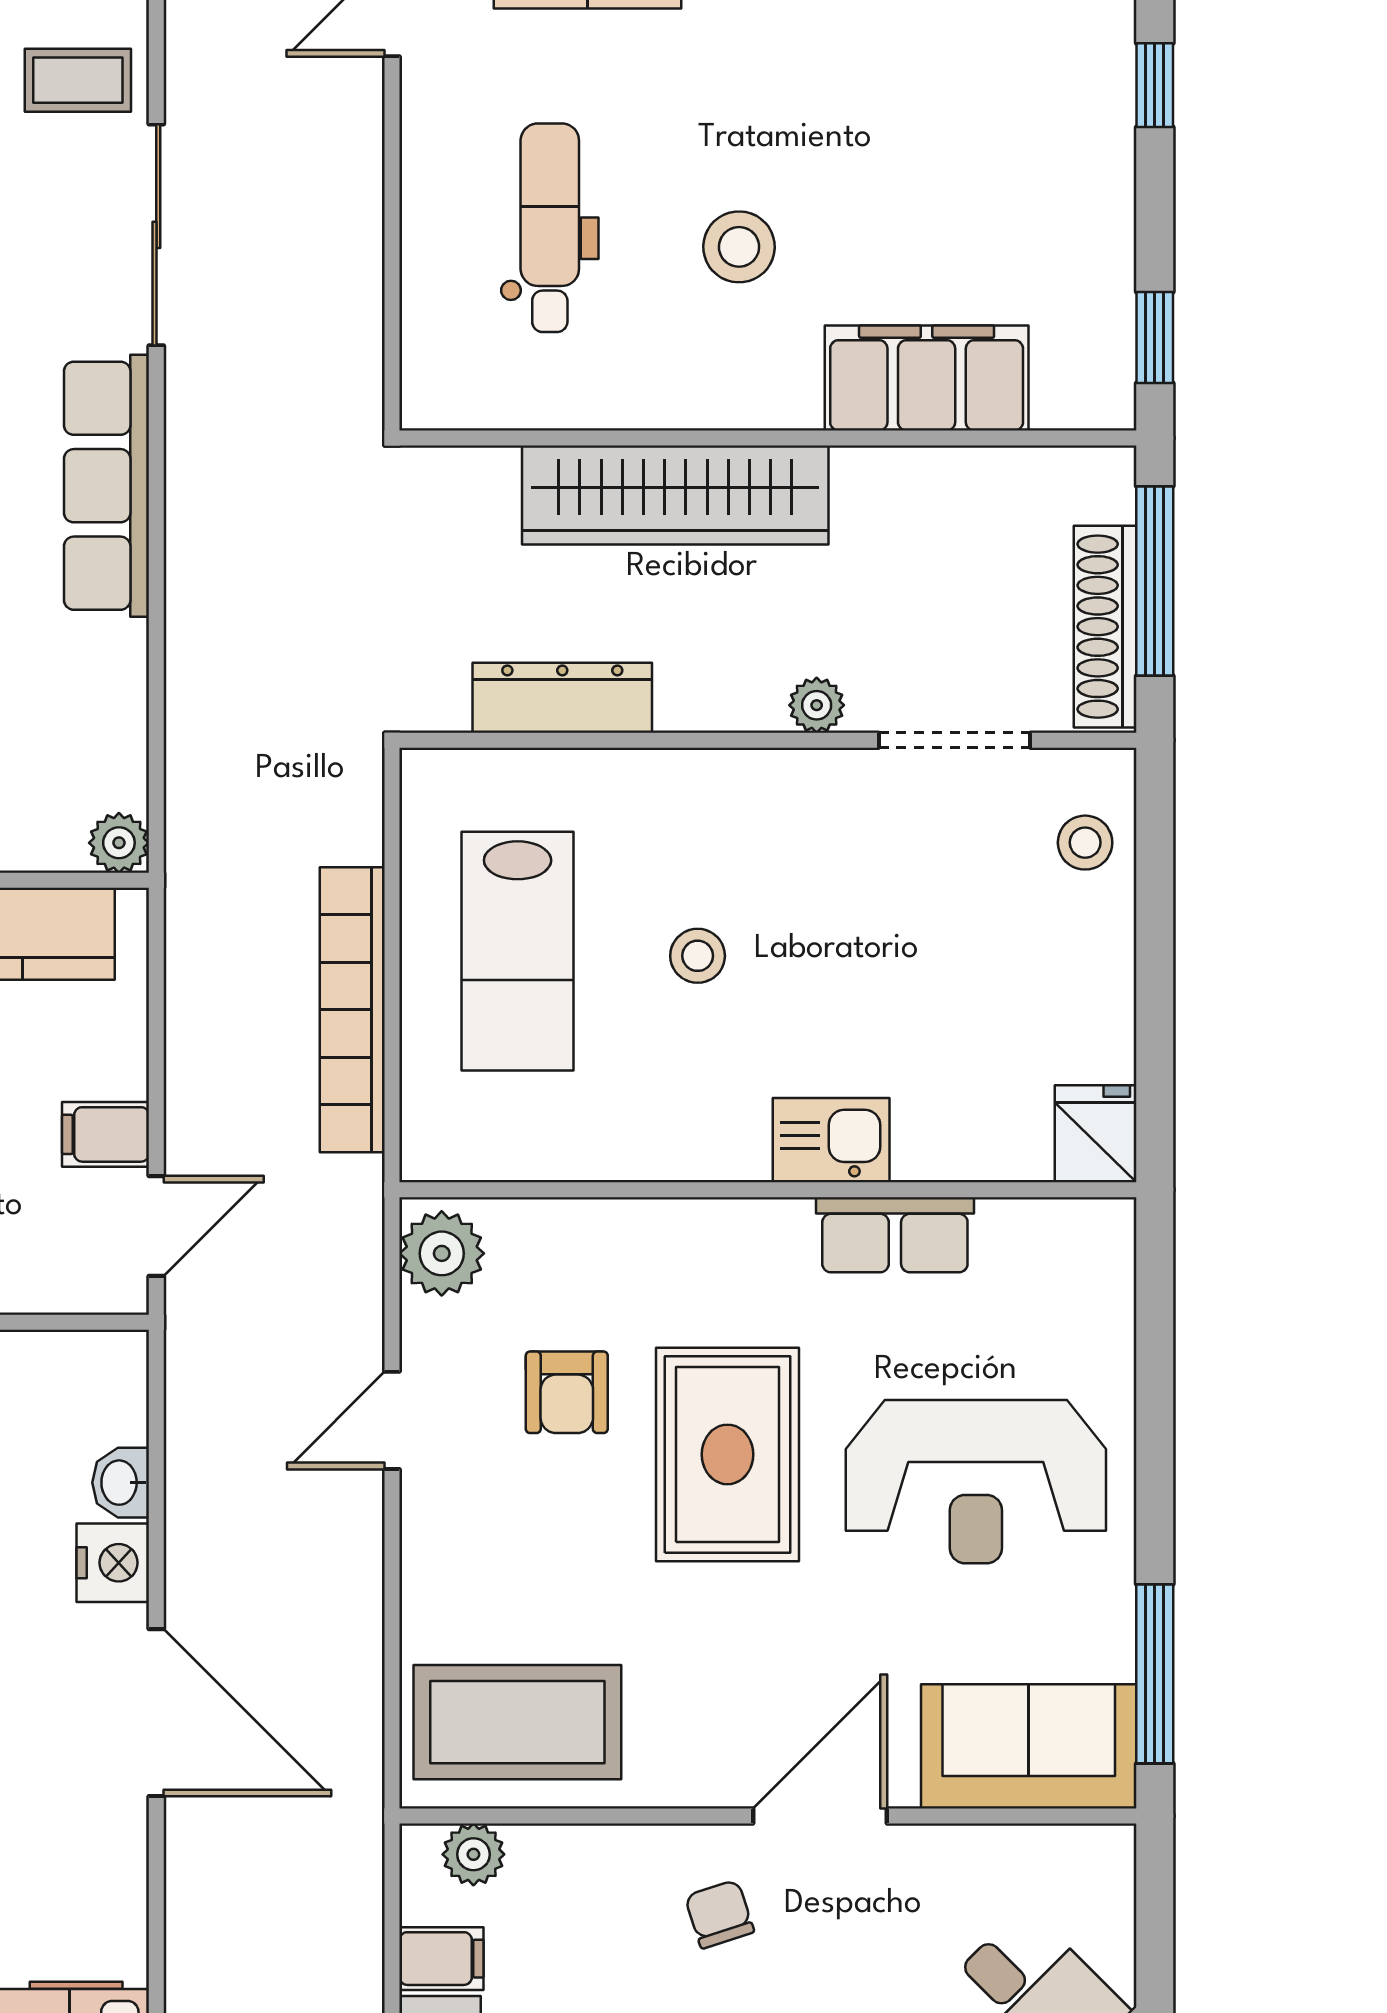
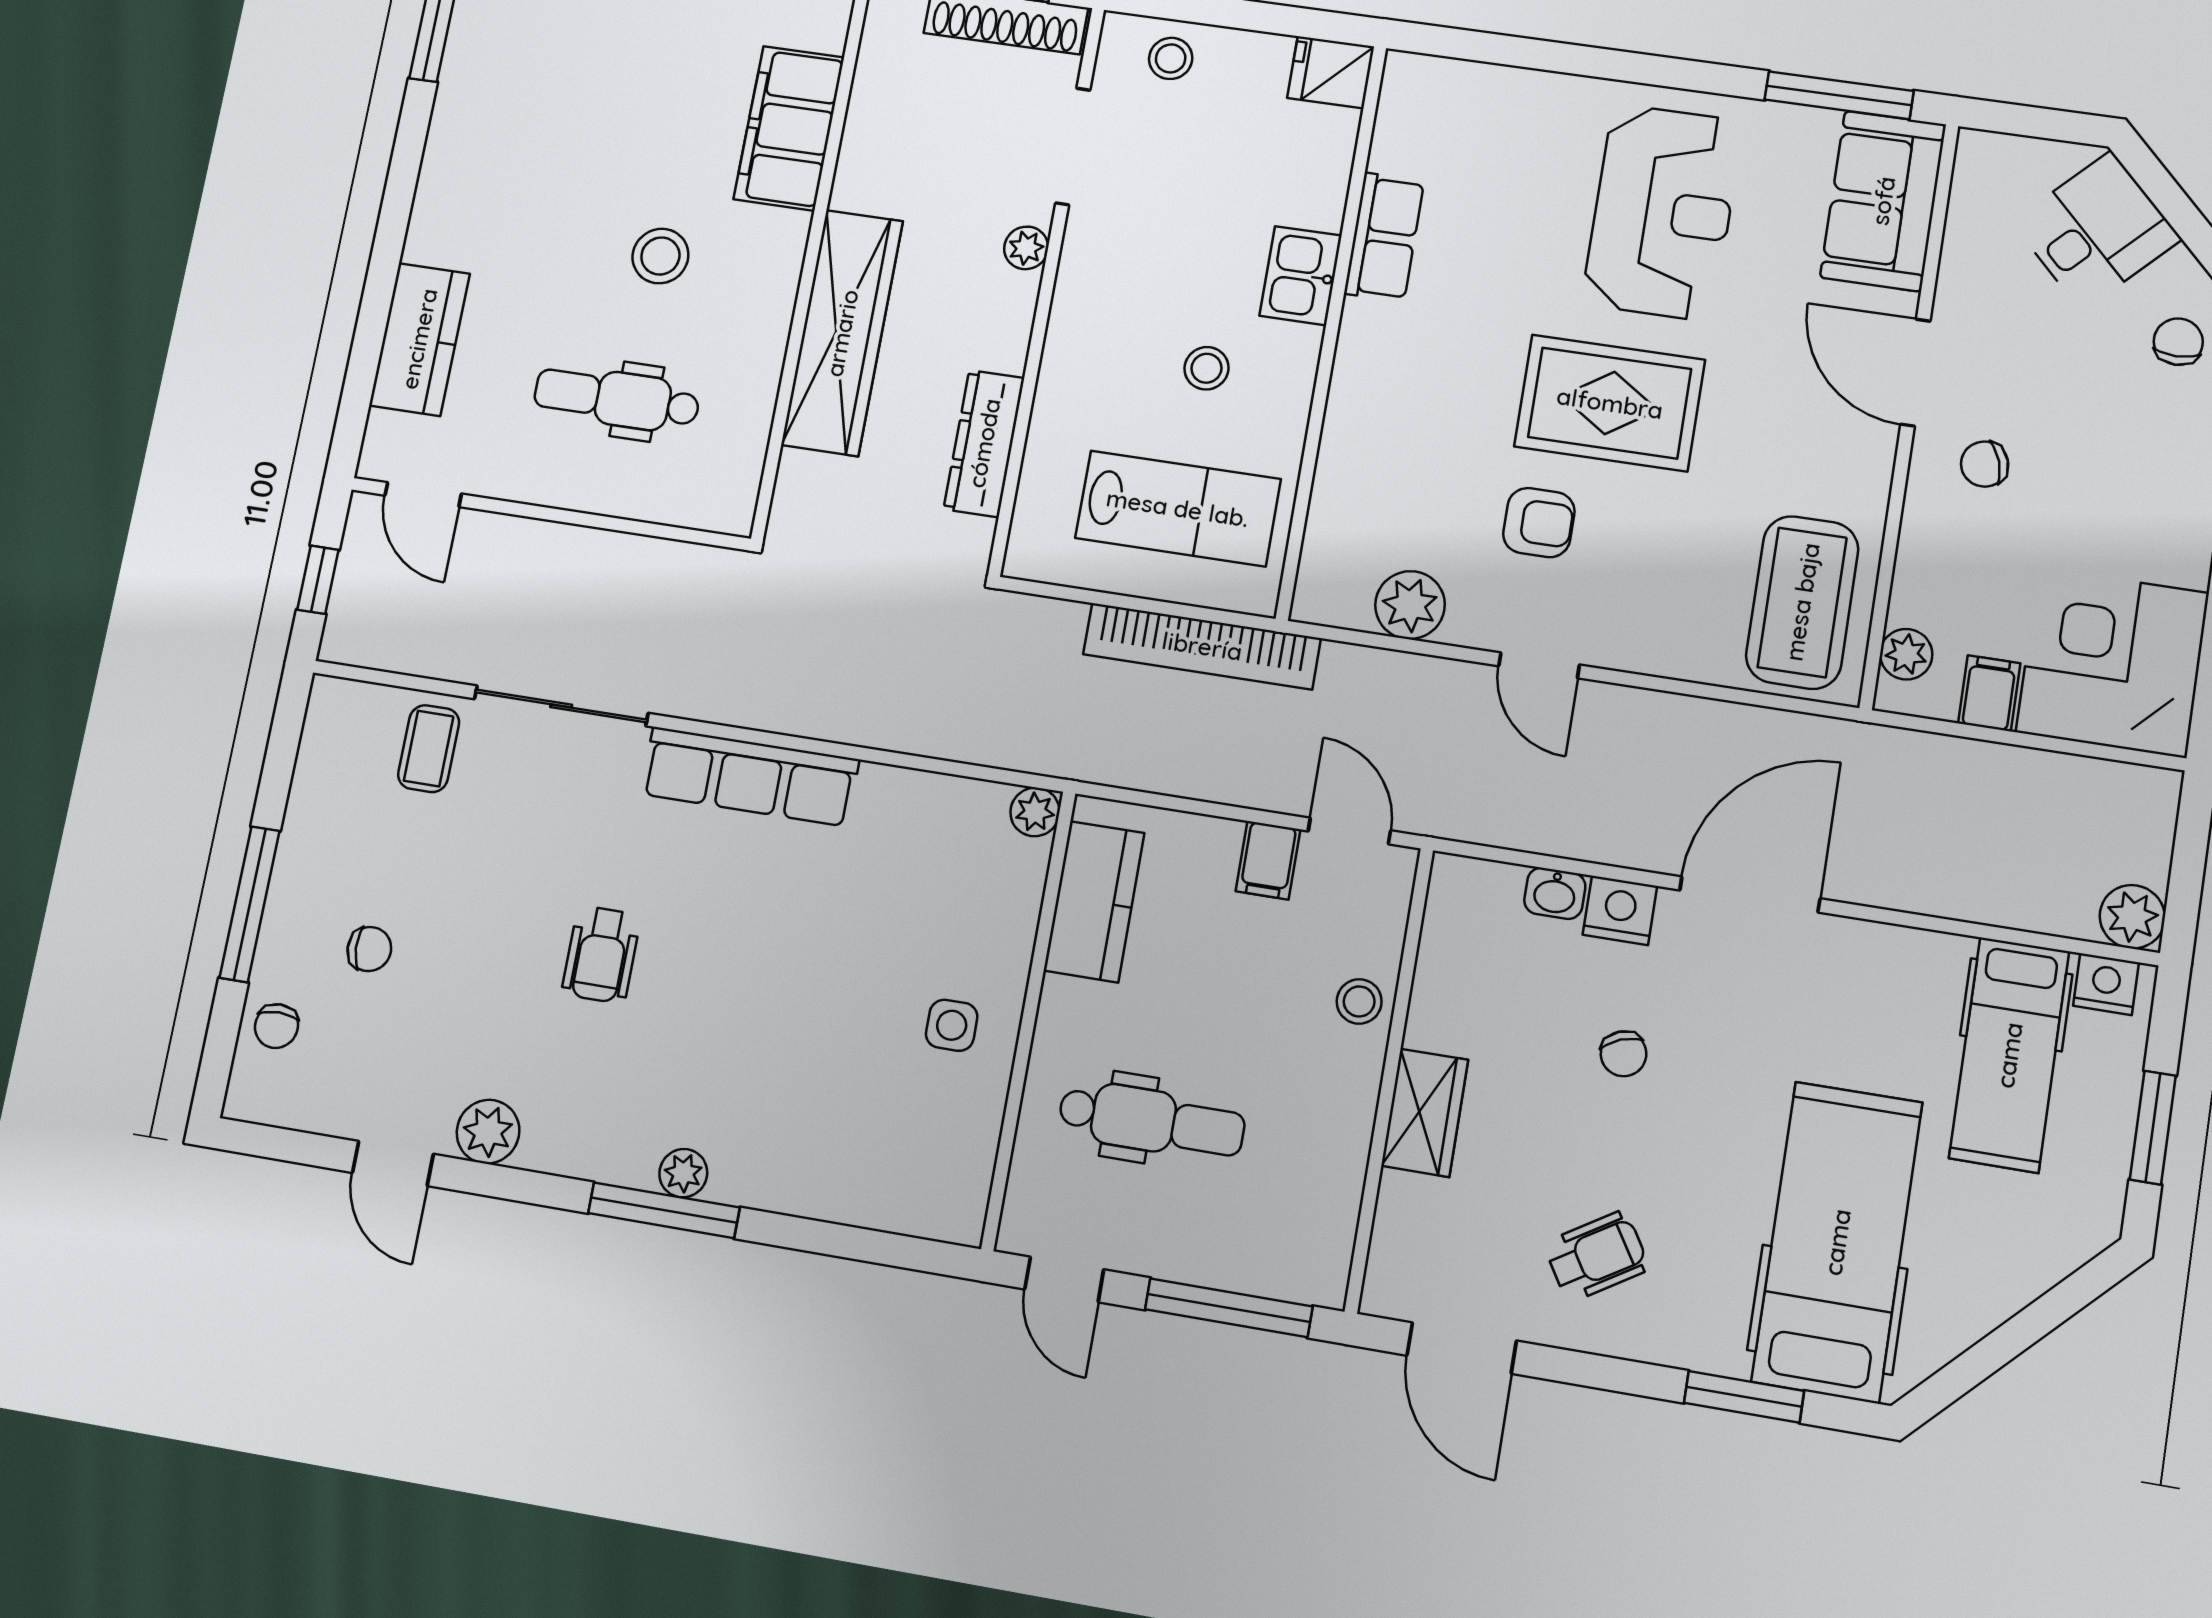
fridge: (1096, 1134) -> (1331, 72), moved
kitchen sink: (831, 1140) -> (1301, 276), moved
wall: (768, 1190) -> (1331, 330), moved
row of seats: (895, 1235) -> (1384, 237), moved

